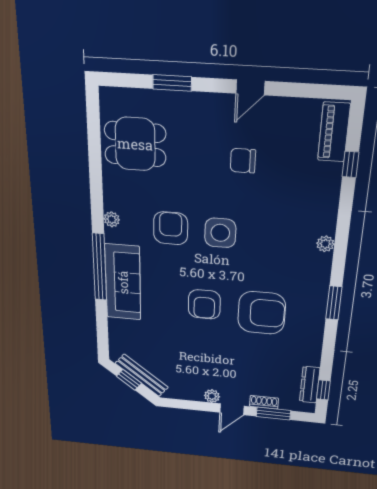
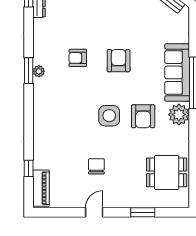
chair: (243, 161) -> (96, 166), turned -90
plant: (112, 219) -> (179, 115), width x1.88, depth x1.88
plant: (325, 244) -> (39, 71), moved
armchair: (262, 313) -> (78, 58), width x0.53, depth x0.53

